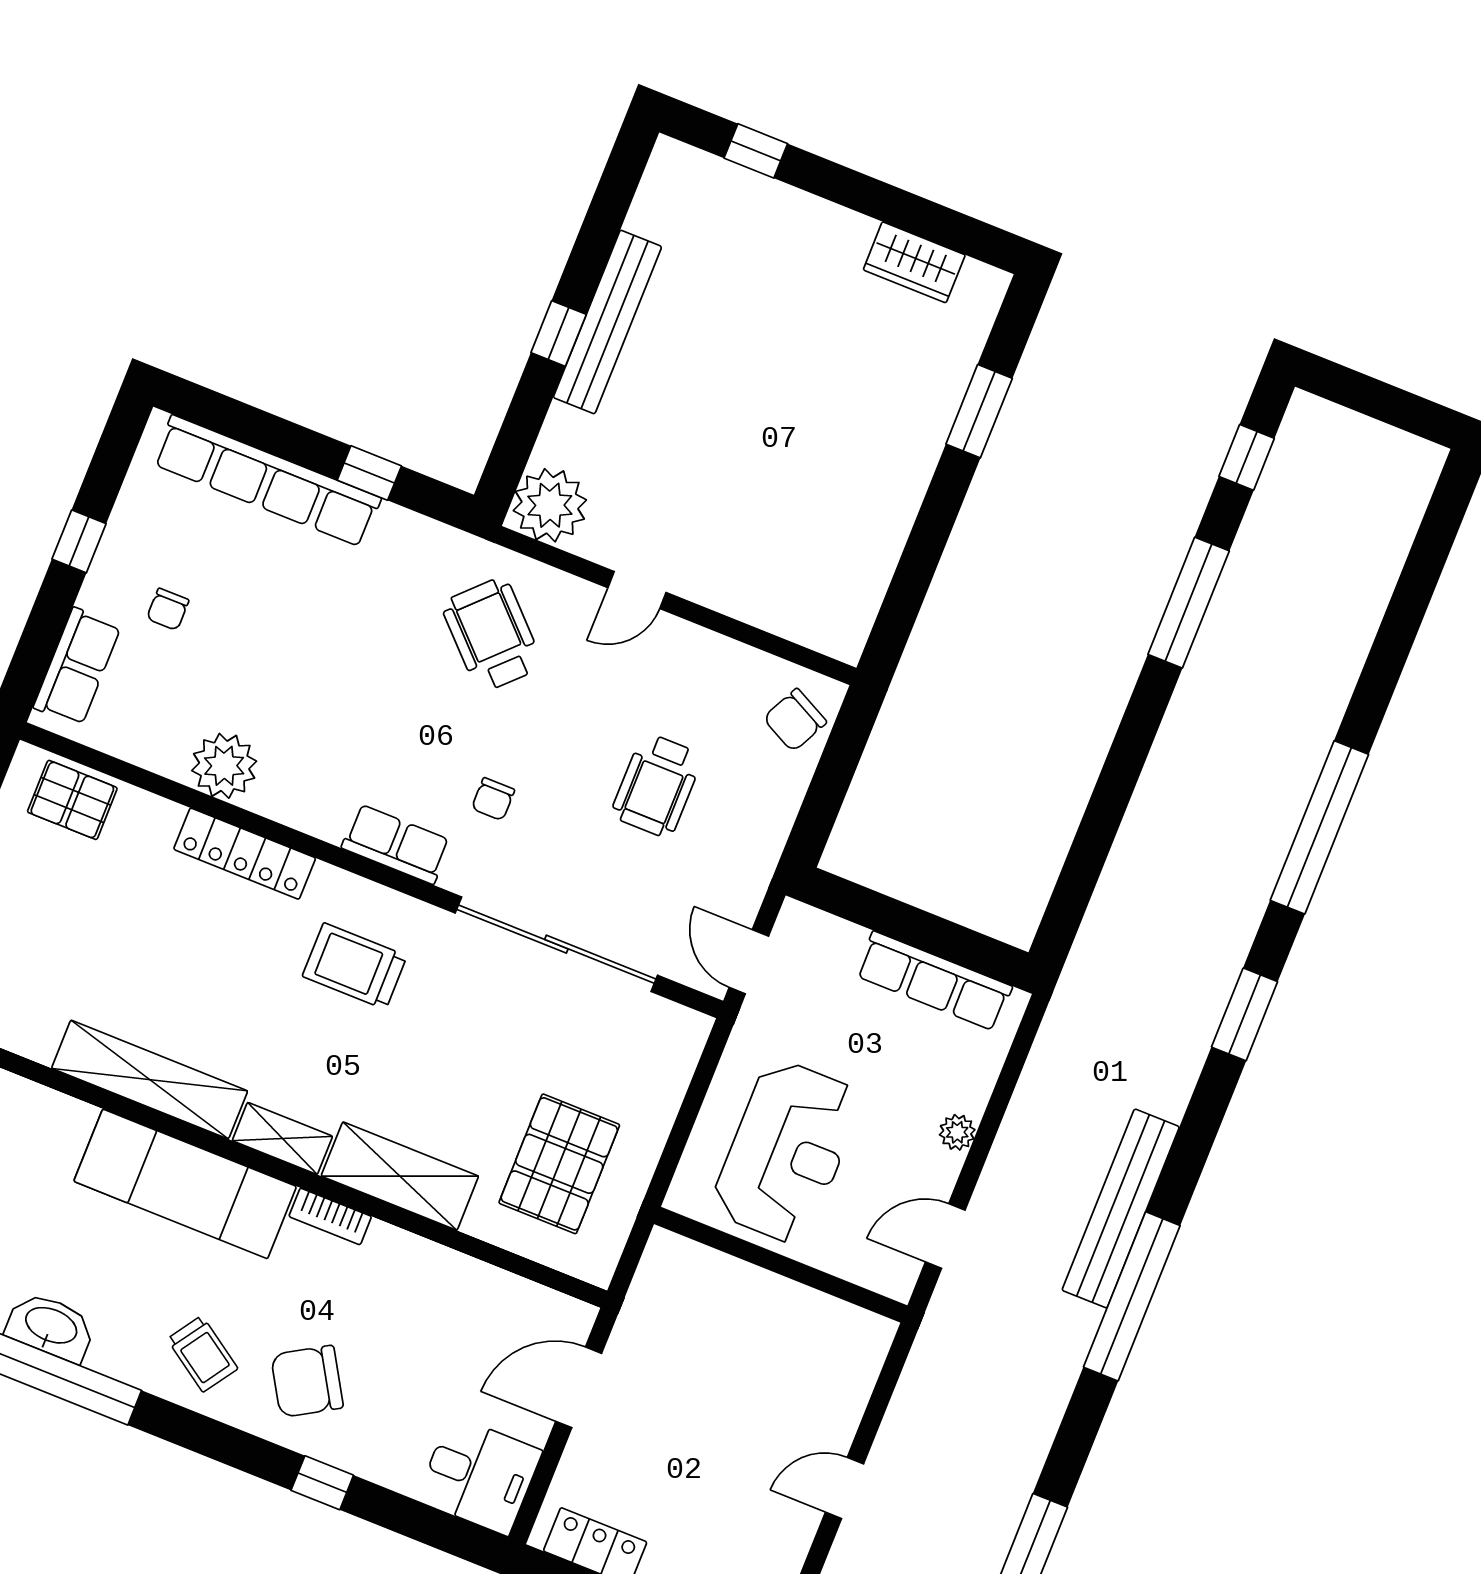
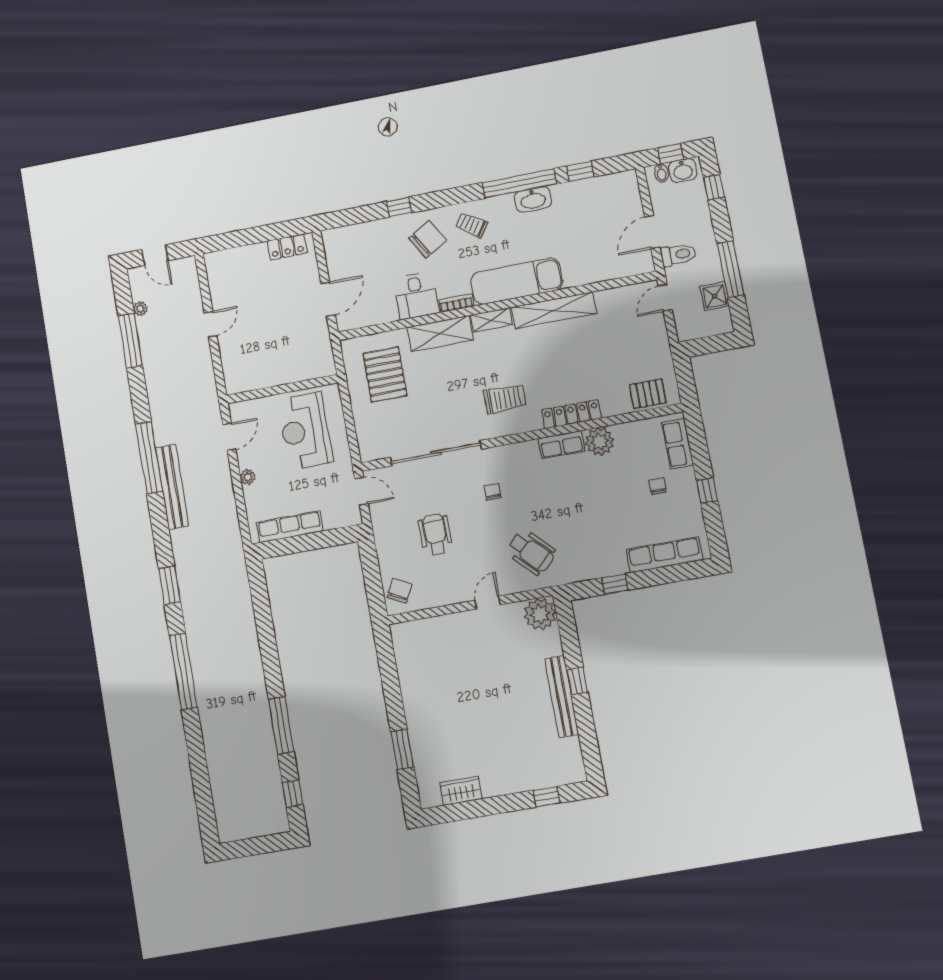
row of seats: (267, 481) -> (665, 555), width x0.73
row of seats: (396, 844) -> (561, 445), moved
desk: (479, 1475) -> (416, 296), moved, turned -90

